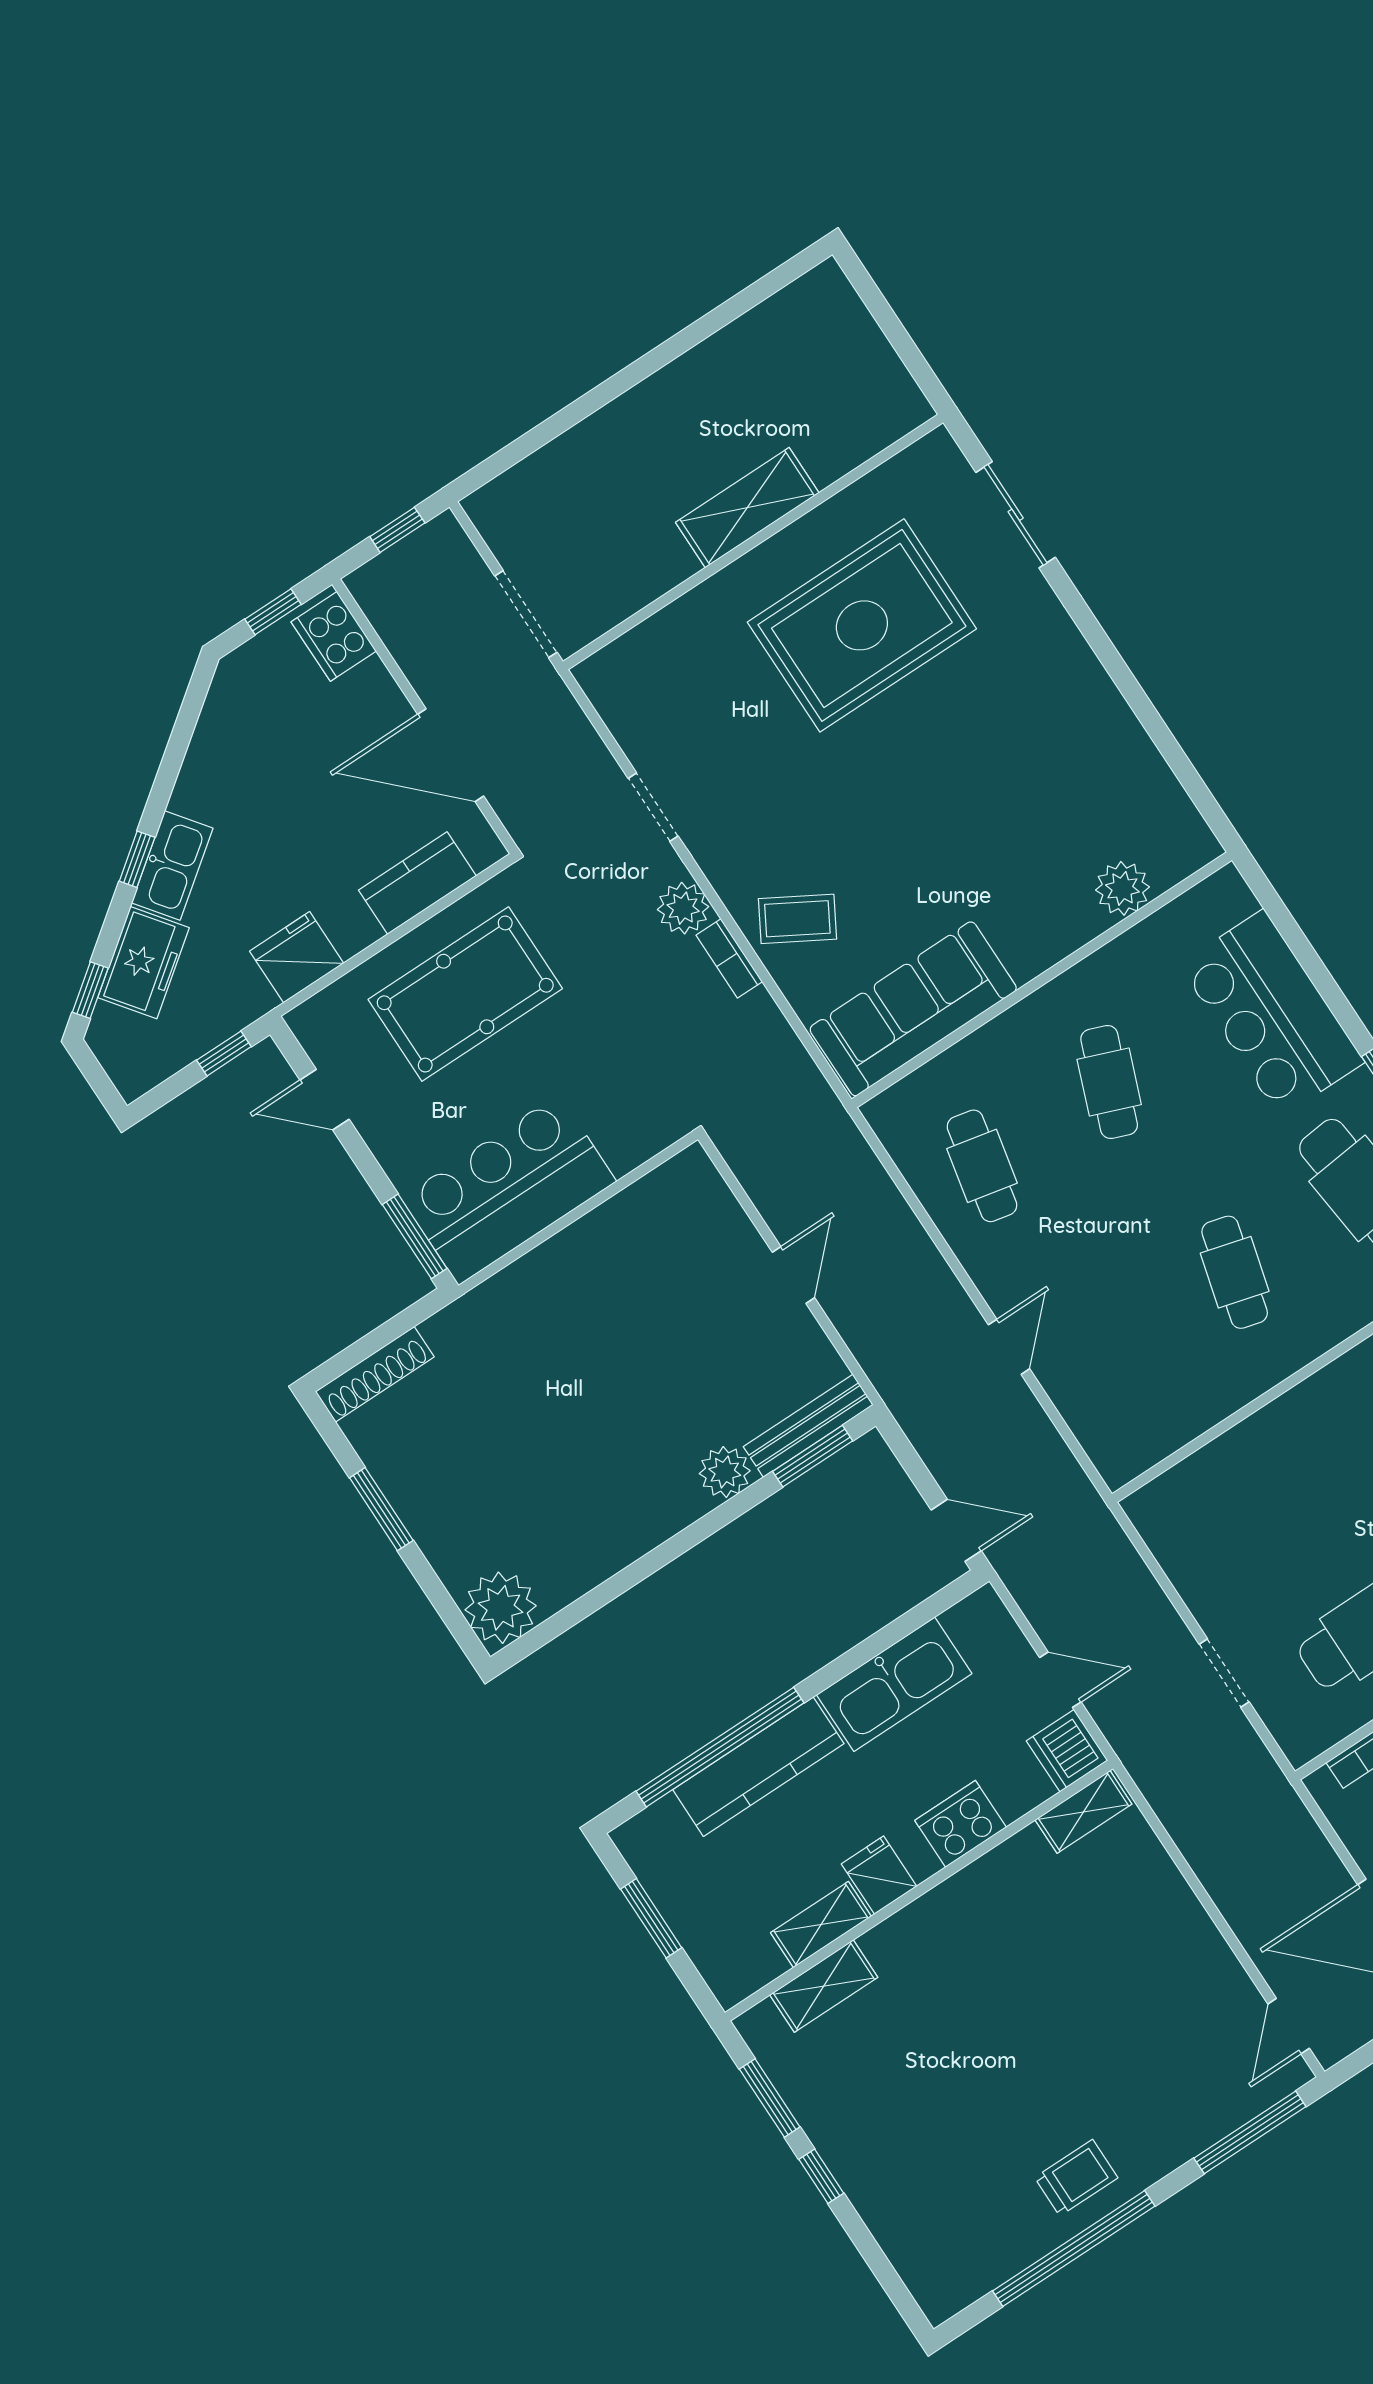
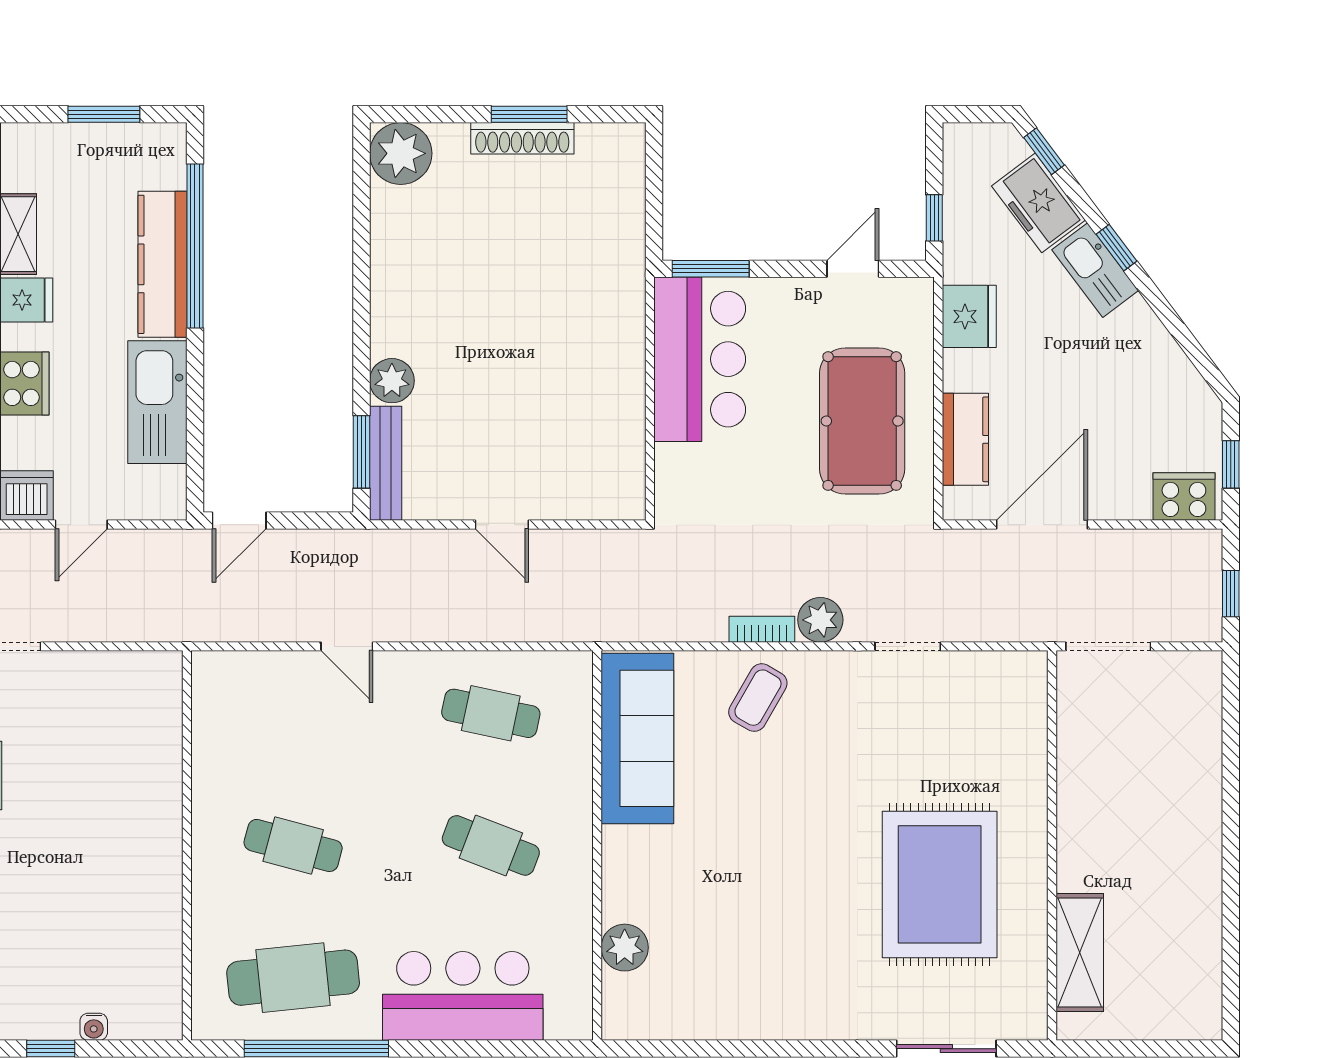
shelving: (747, 508) -> (1080, 953), moved
shoe rack: (375, 1374) -> (522, 138), moved, turned -90

